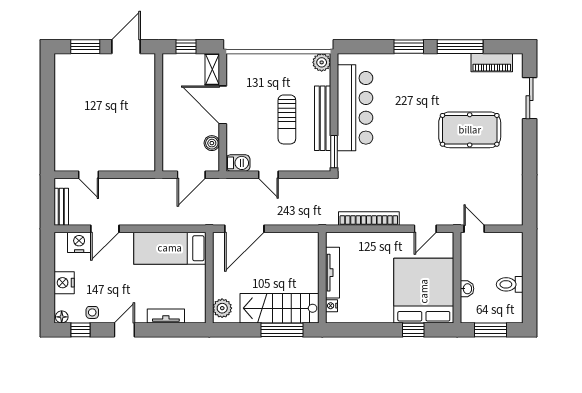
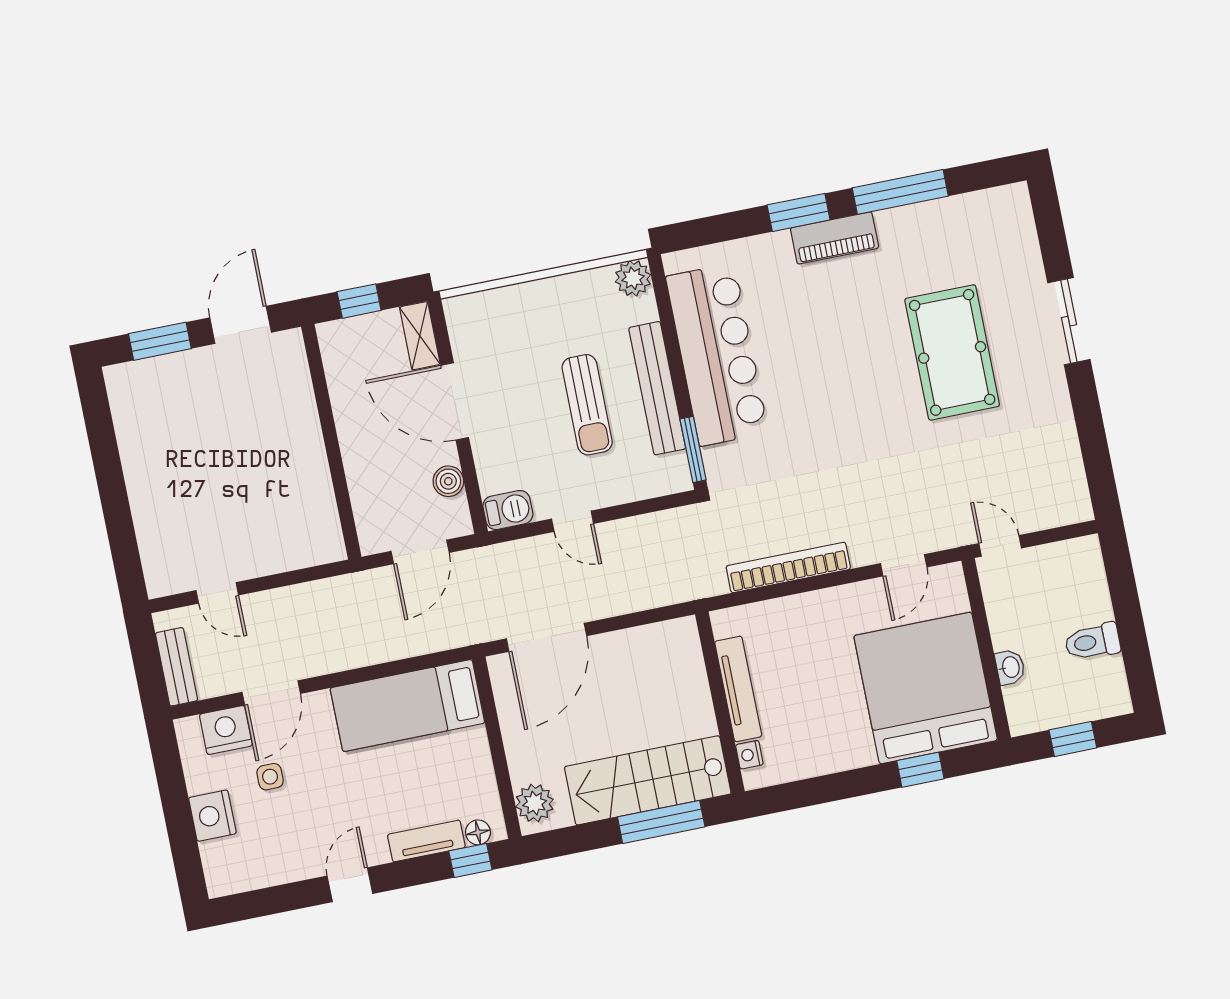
piano: (492, 63) -> (835, 238), moved
sliding door: (530, 98) -> (1069, 321), moved
pool table: (470, 130) -> (952, 352), turned 90
side table: (92, 312) -> (270, 777), moved
floor lamp: (62, 317) -> (478, 832), moved
window: (81, 330) -> (470, 860), moved
window: (491, 330) -> (1073, 739), width x0.67

